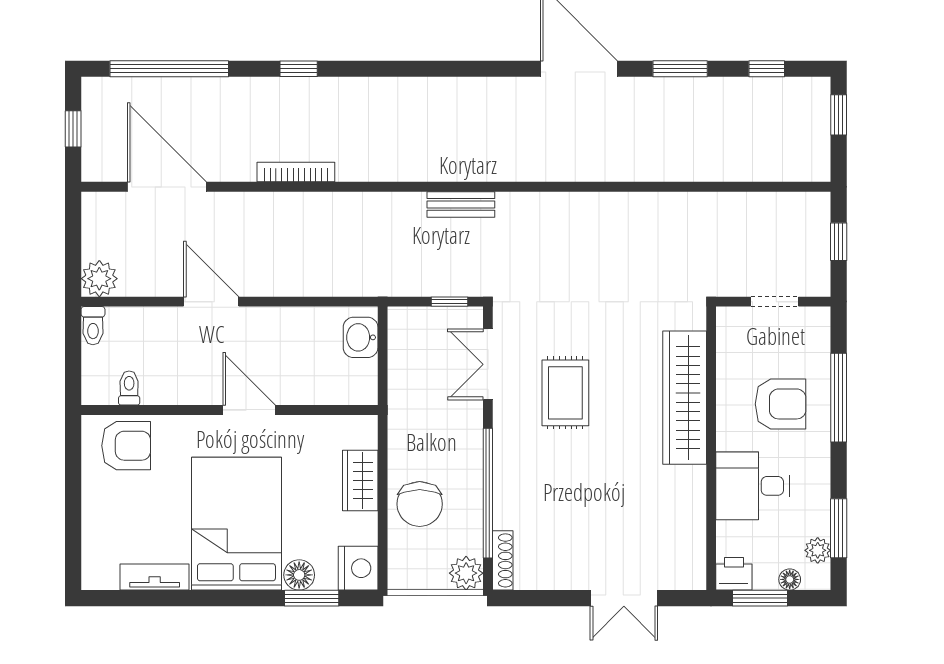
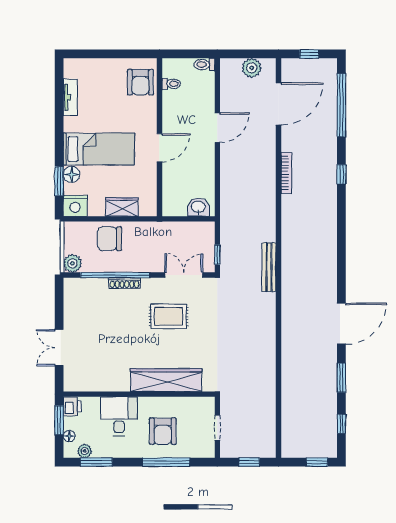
bench: (461, 204) -> (269, 267), width x1.36
plant: (99, 279) -> (252, 68), moved
bed: (236, 524) -> (99, 149), width x0.67
shoe rack: (503, 560) -> (124, 283), moved

